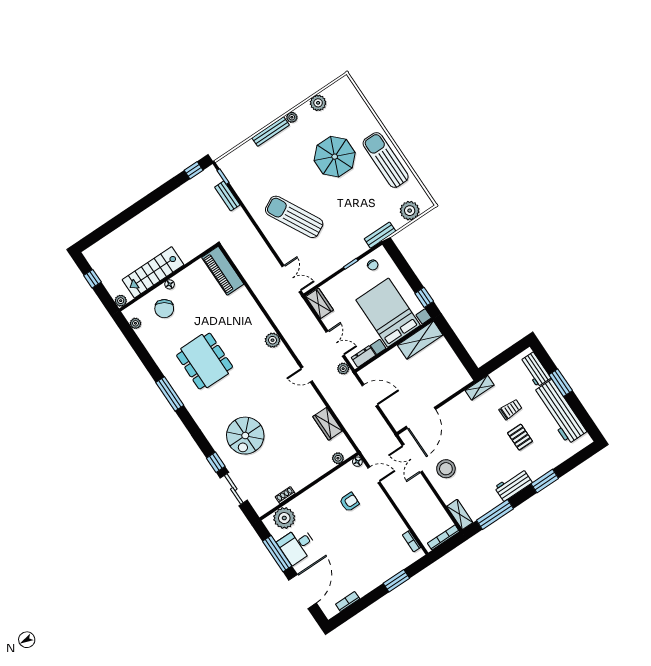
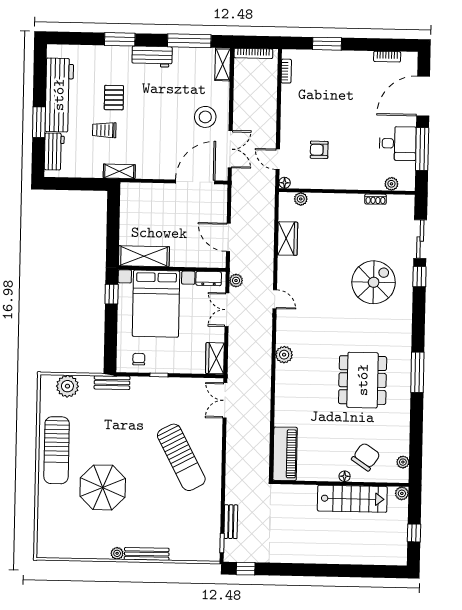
plant: (318, 103) -> (83, 549), removed
plant: (284, 518) -> (391, 184), width x0.53, depth x0.53

